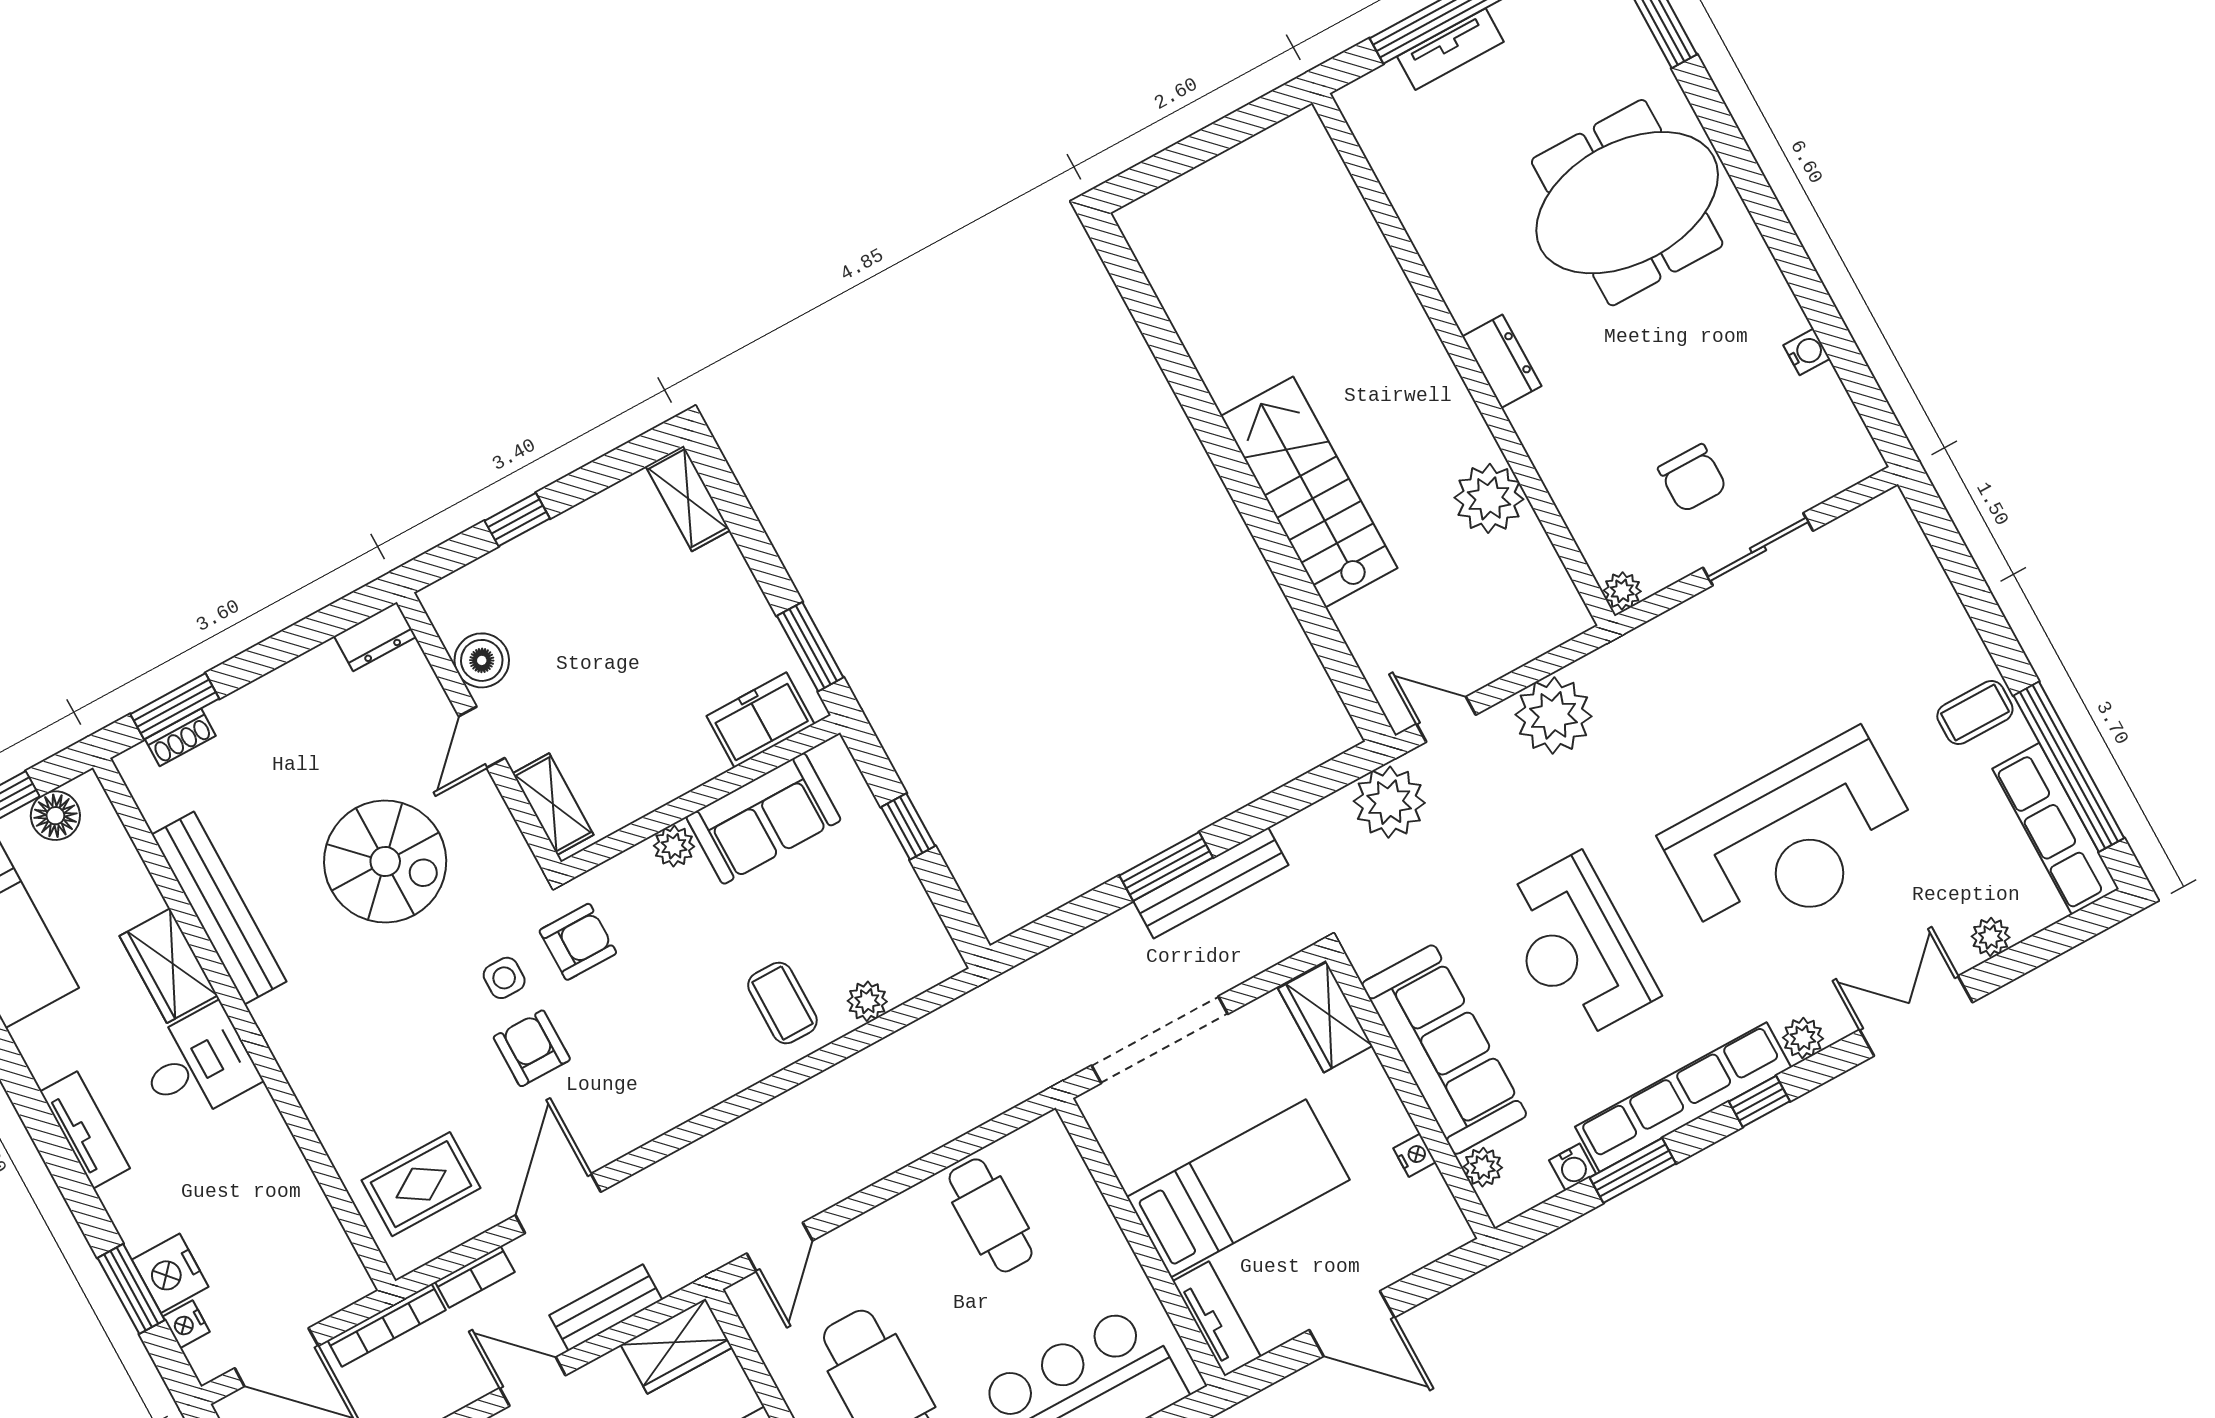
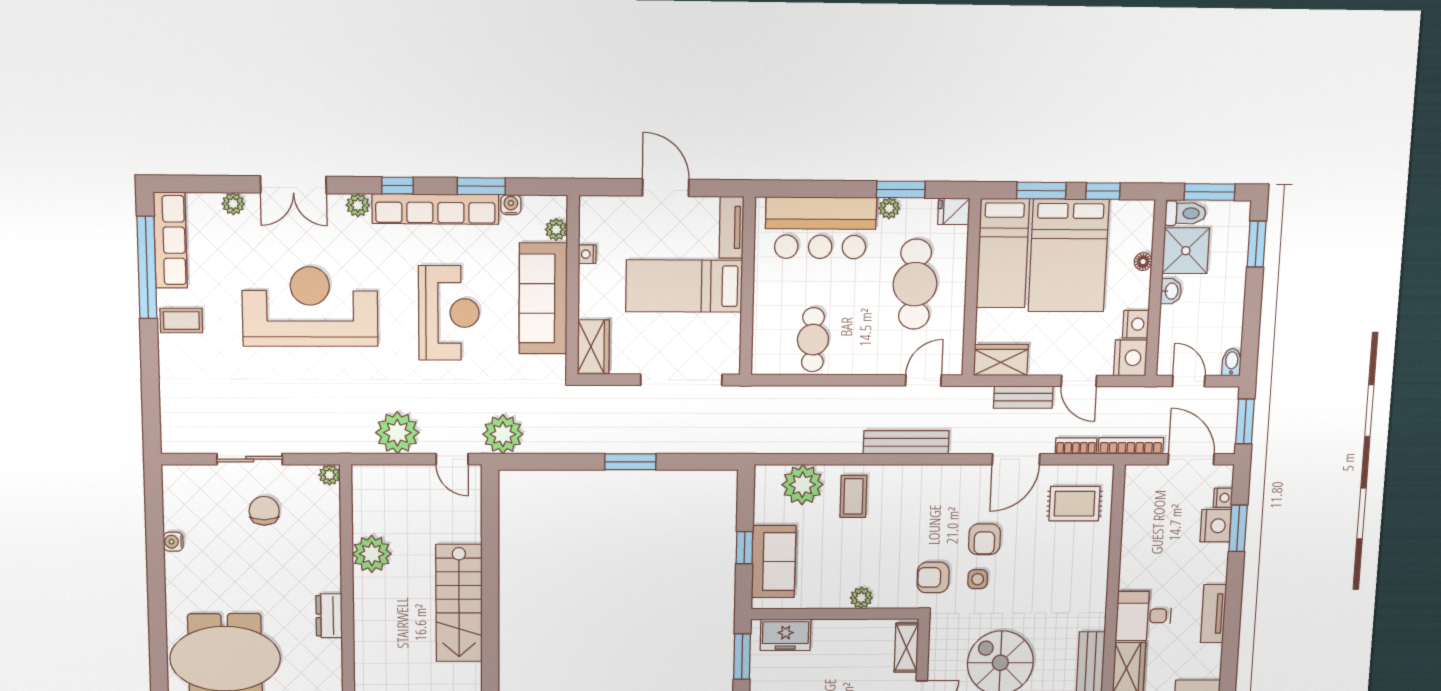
sofa: (763, 818) -> (774, 562), moved, turned 90
bench: (1211, 883) -> (906, 442), moved
plant: (867, 1001) -> (802, 485), width x1.87, depth x1.87

